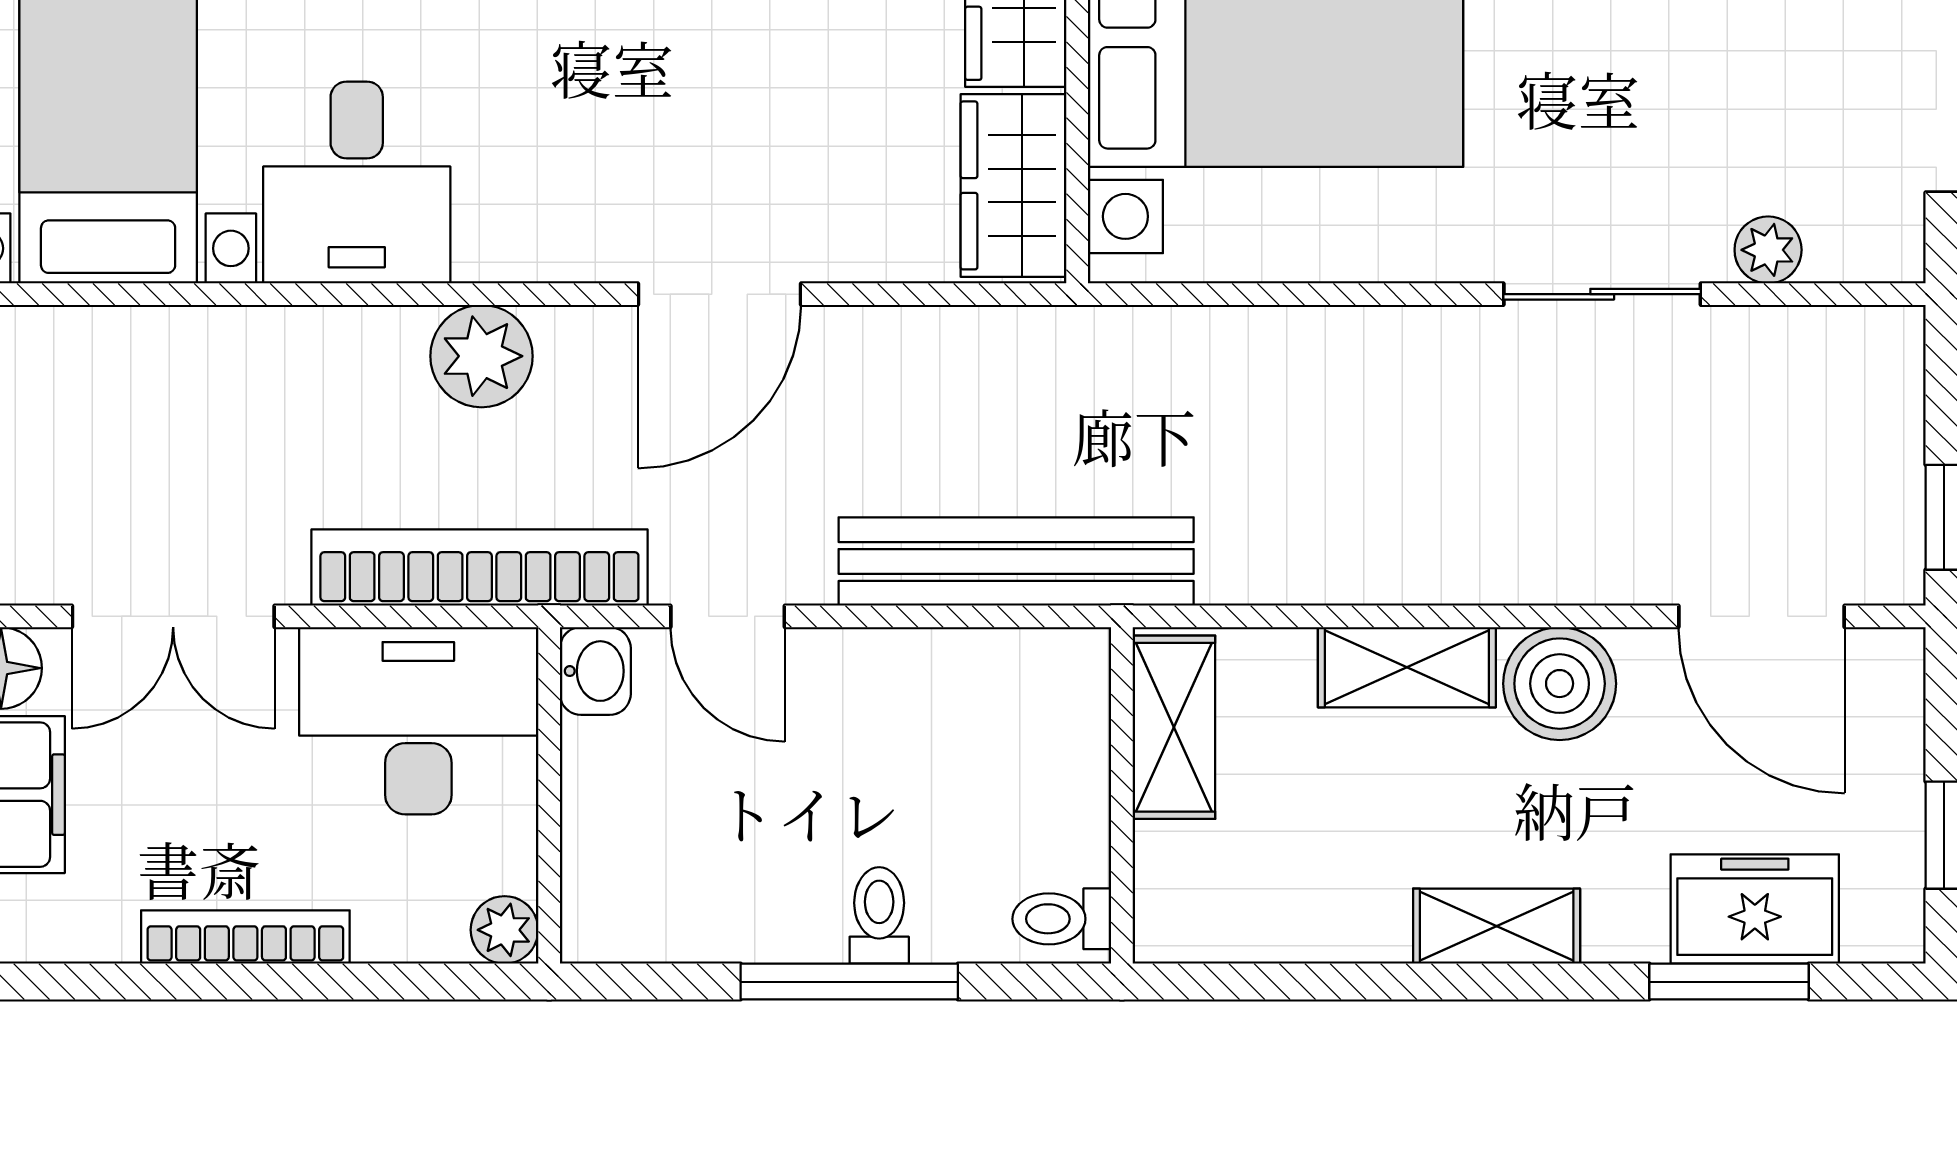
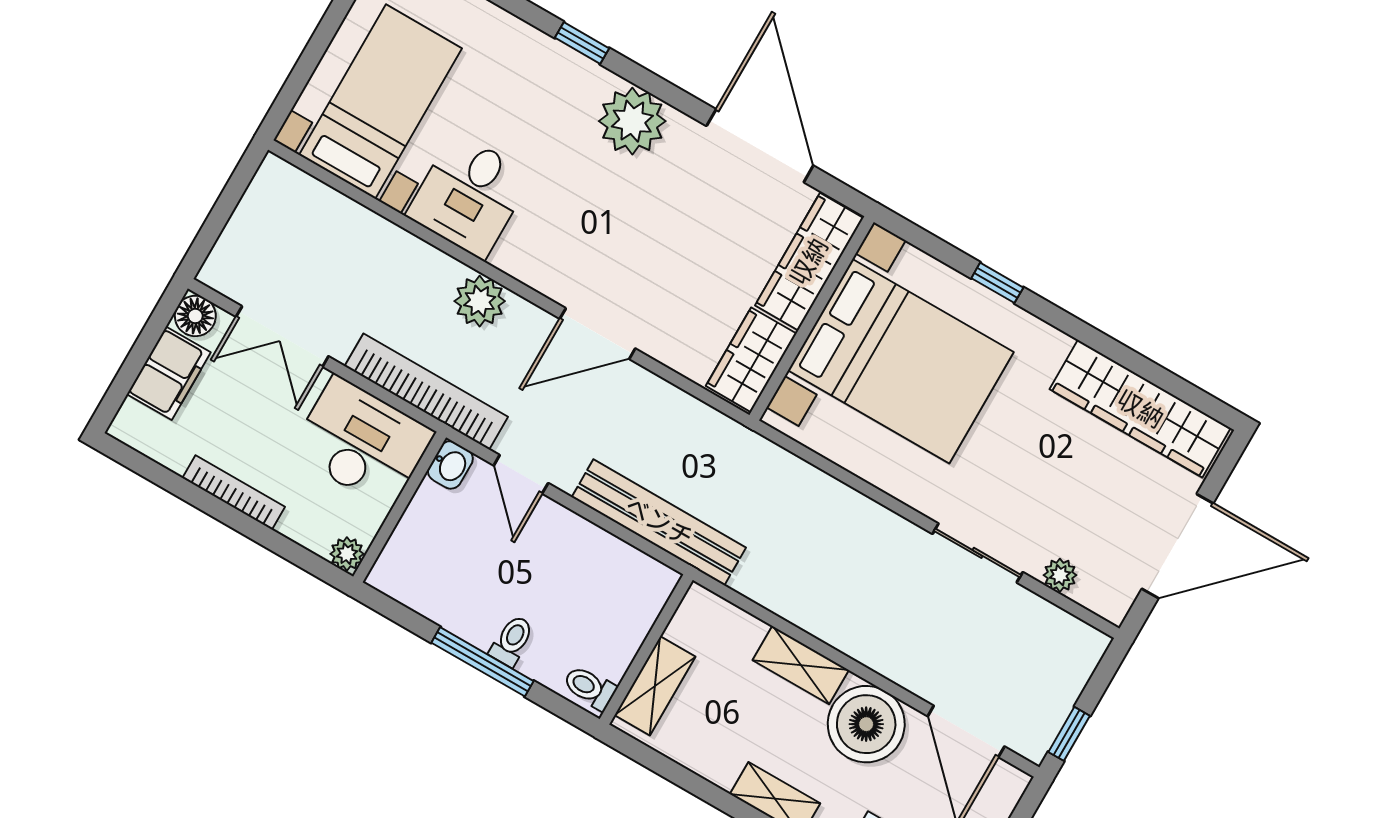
boiler: (1560, 684) -> (866, 724), width x1.37, depth x1.37
shelving: (1174, 727) -> (655, 686), moved

